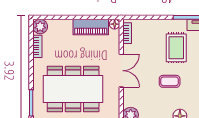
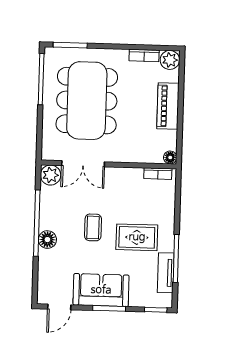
piano: (91, 27) -> (168, 106), moved
double door: (121, 71) -> (83, 164), moved

